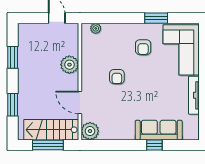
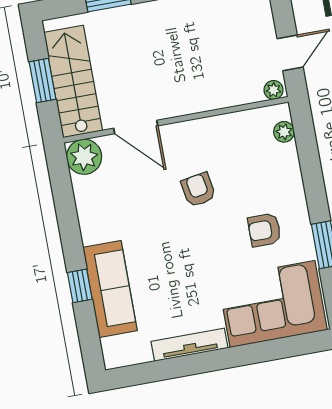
plant: (69, 65) -> (274, 90), moved, width x0.53, depth x0.53
armchair: (117, 77) -> (198, 190), turned 80
door: (80, 102) -> (136, 127), swing flipped
window: (48, 145) -> (42, 80), width x0.69

